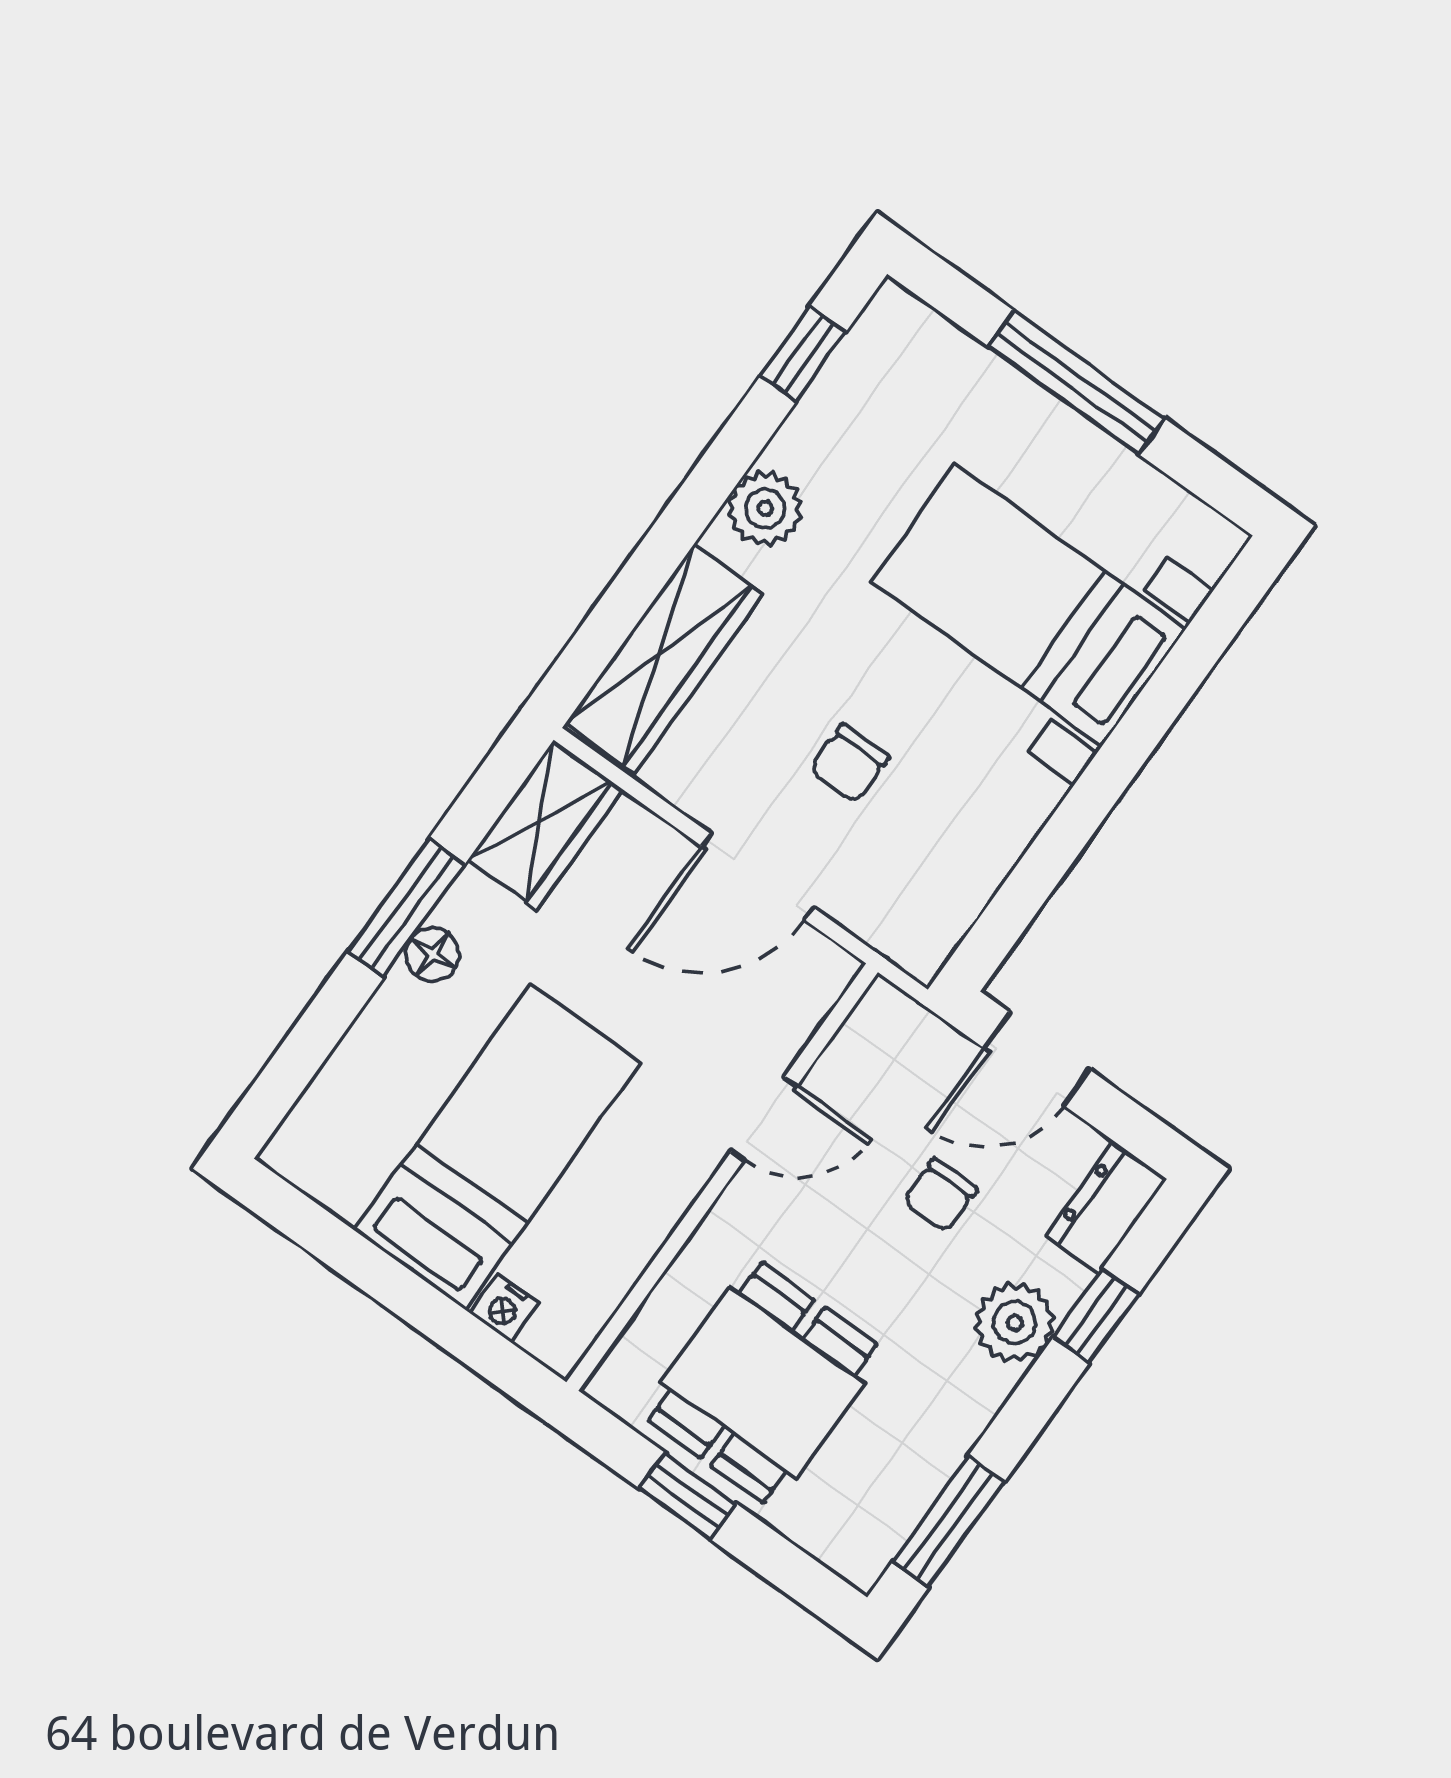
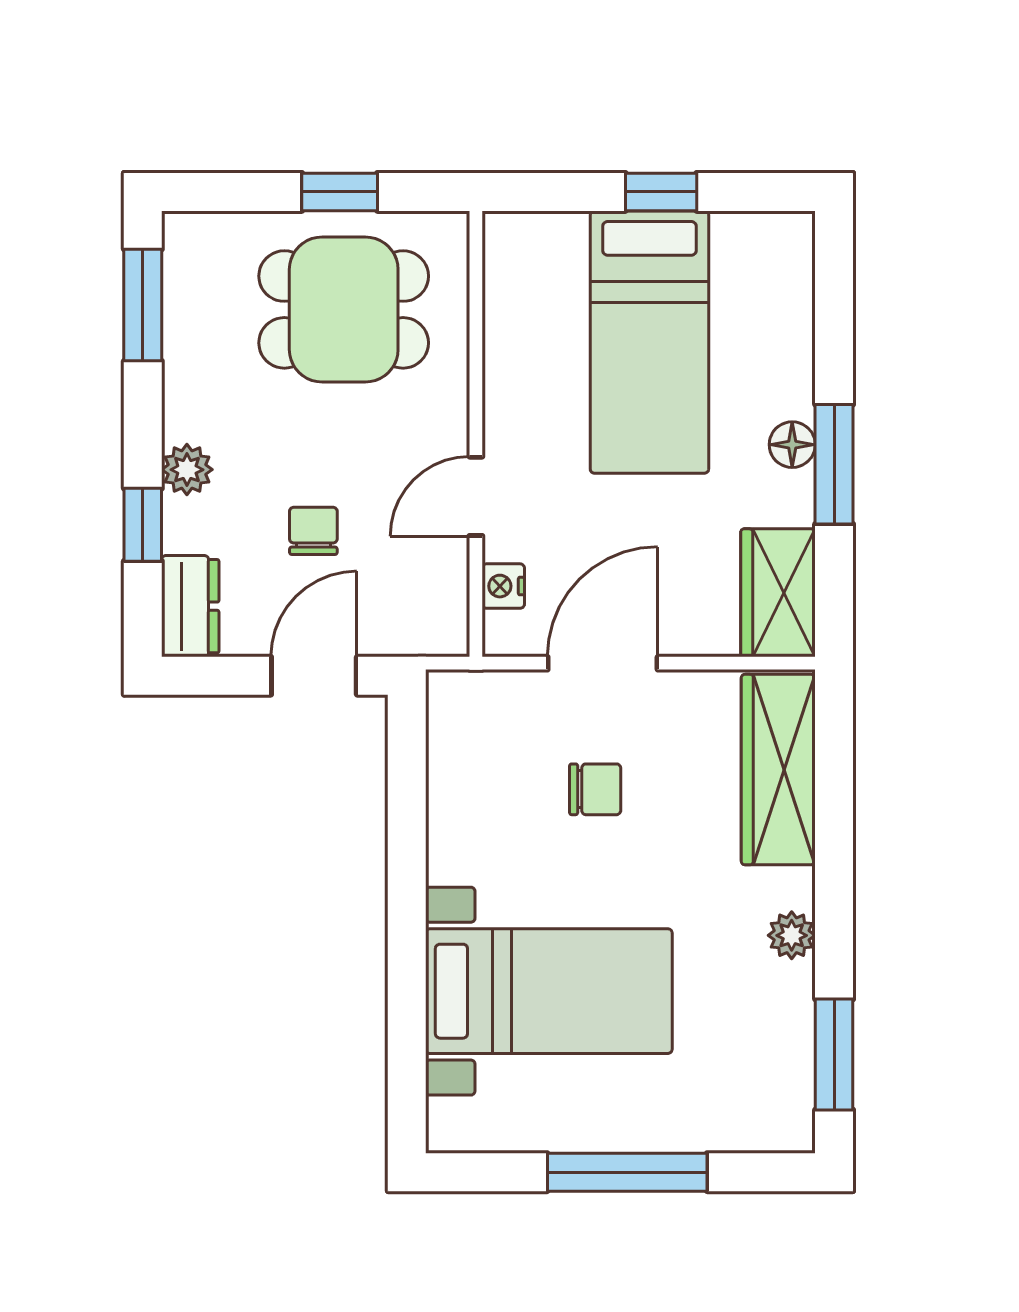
window: (803, 354) -> (834, 1055), width x1.50
plant: (765, 508) -> (792, 935), width x0.73, depth x0.73
chair: (849, 763) -> (595, 789), turned 90
window: (386, 1280) -> (661, 192), added
nightstand: (505, 1308) -> (503, 586), moved, turned -90
plant: (1015, 1323) -> (187, 470), width x0.73, depth x0.73
dining table: (763, 1383) -> (344, 309), turned 90

